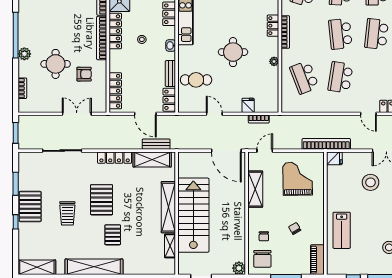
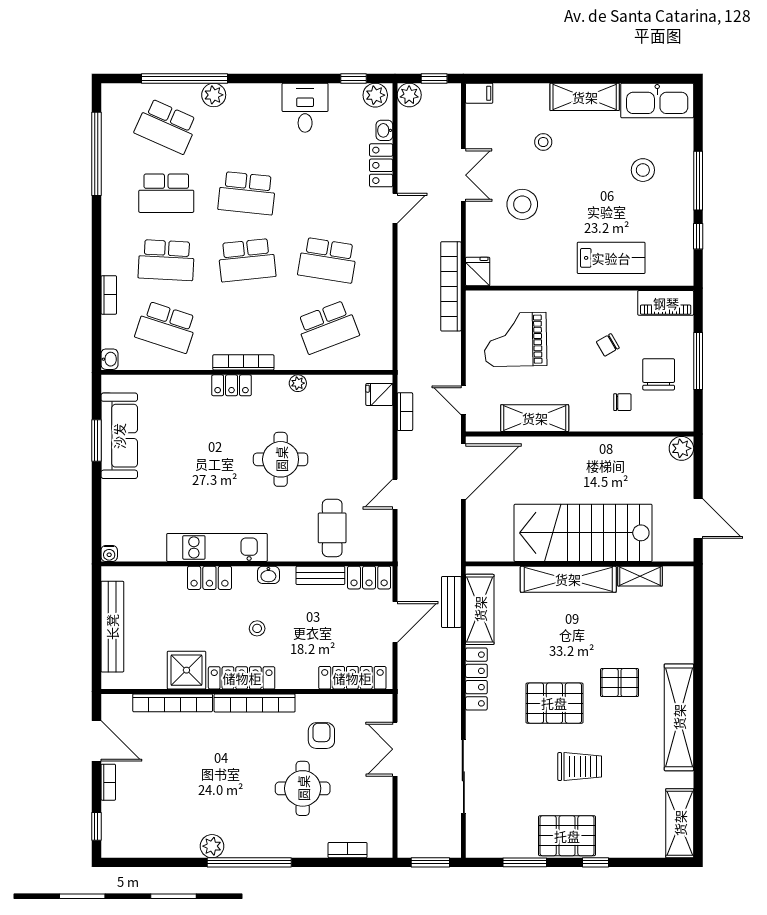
plant: (24, 54) -> (212, 846), moved
fridge: (248, 105) -> (379, 395), moved
chair: (262, 259) -> (659, 374), moved, turned -90

